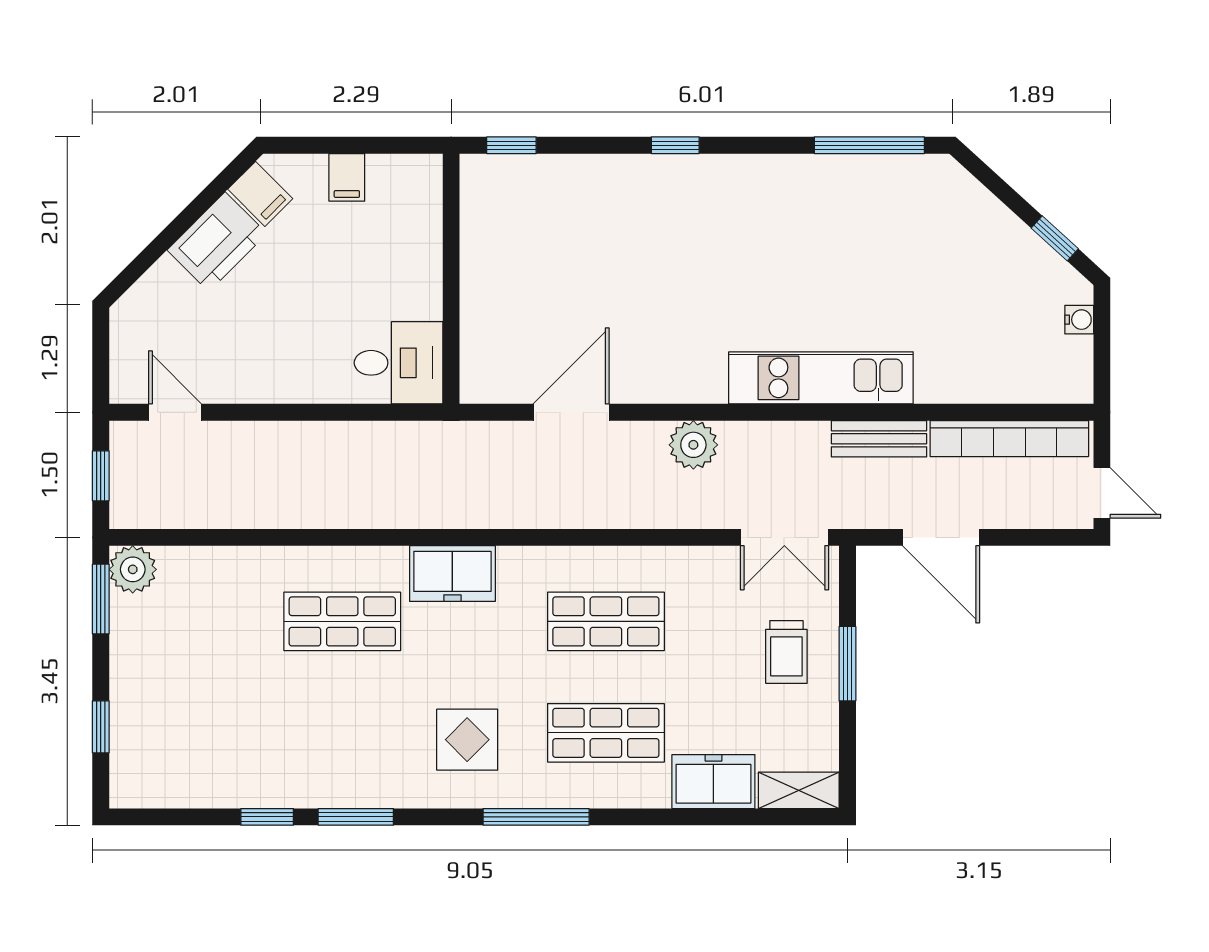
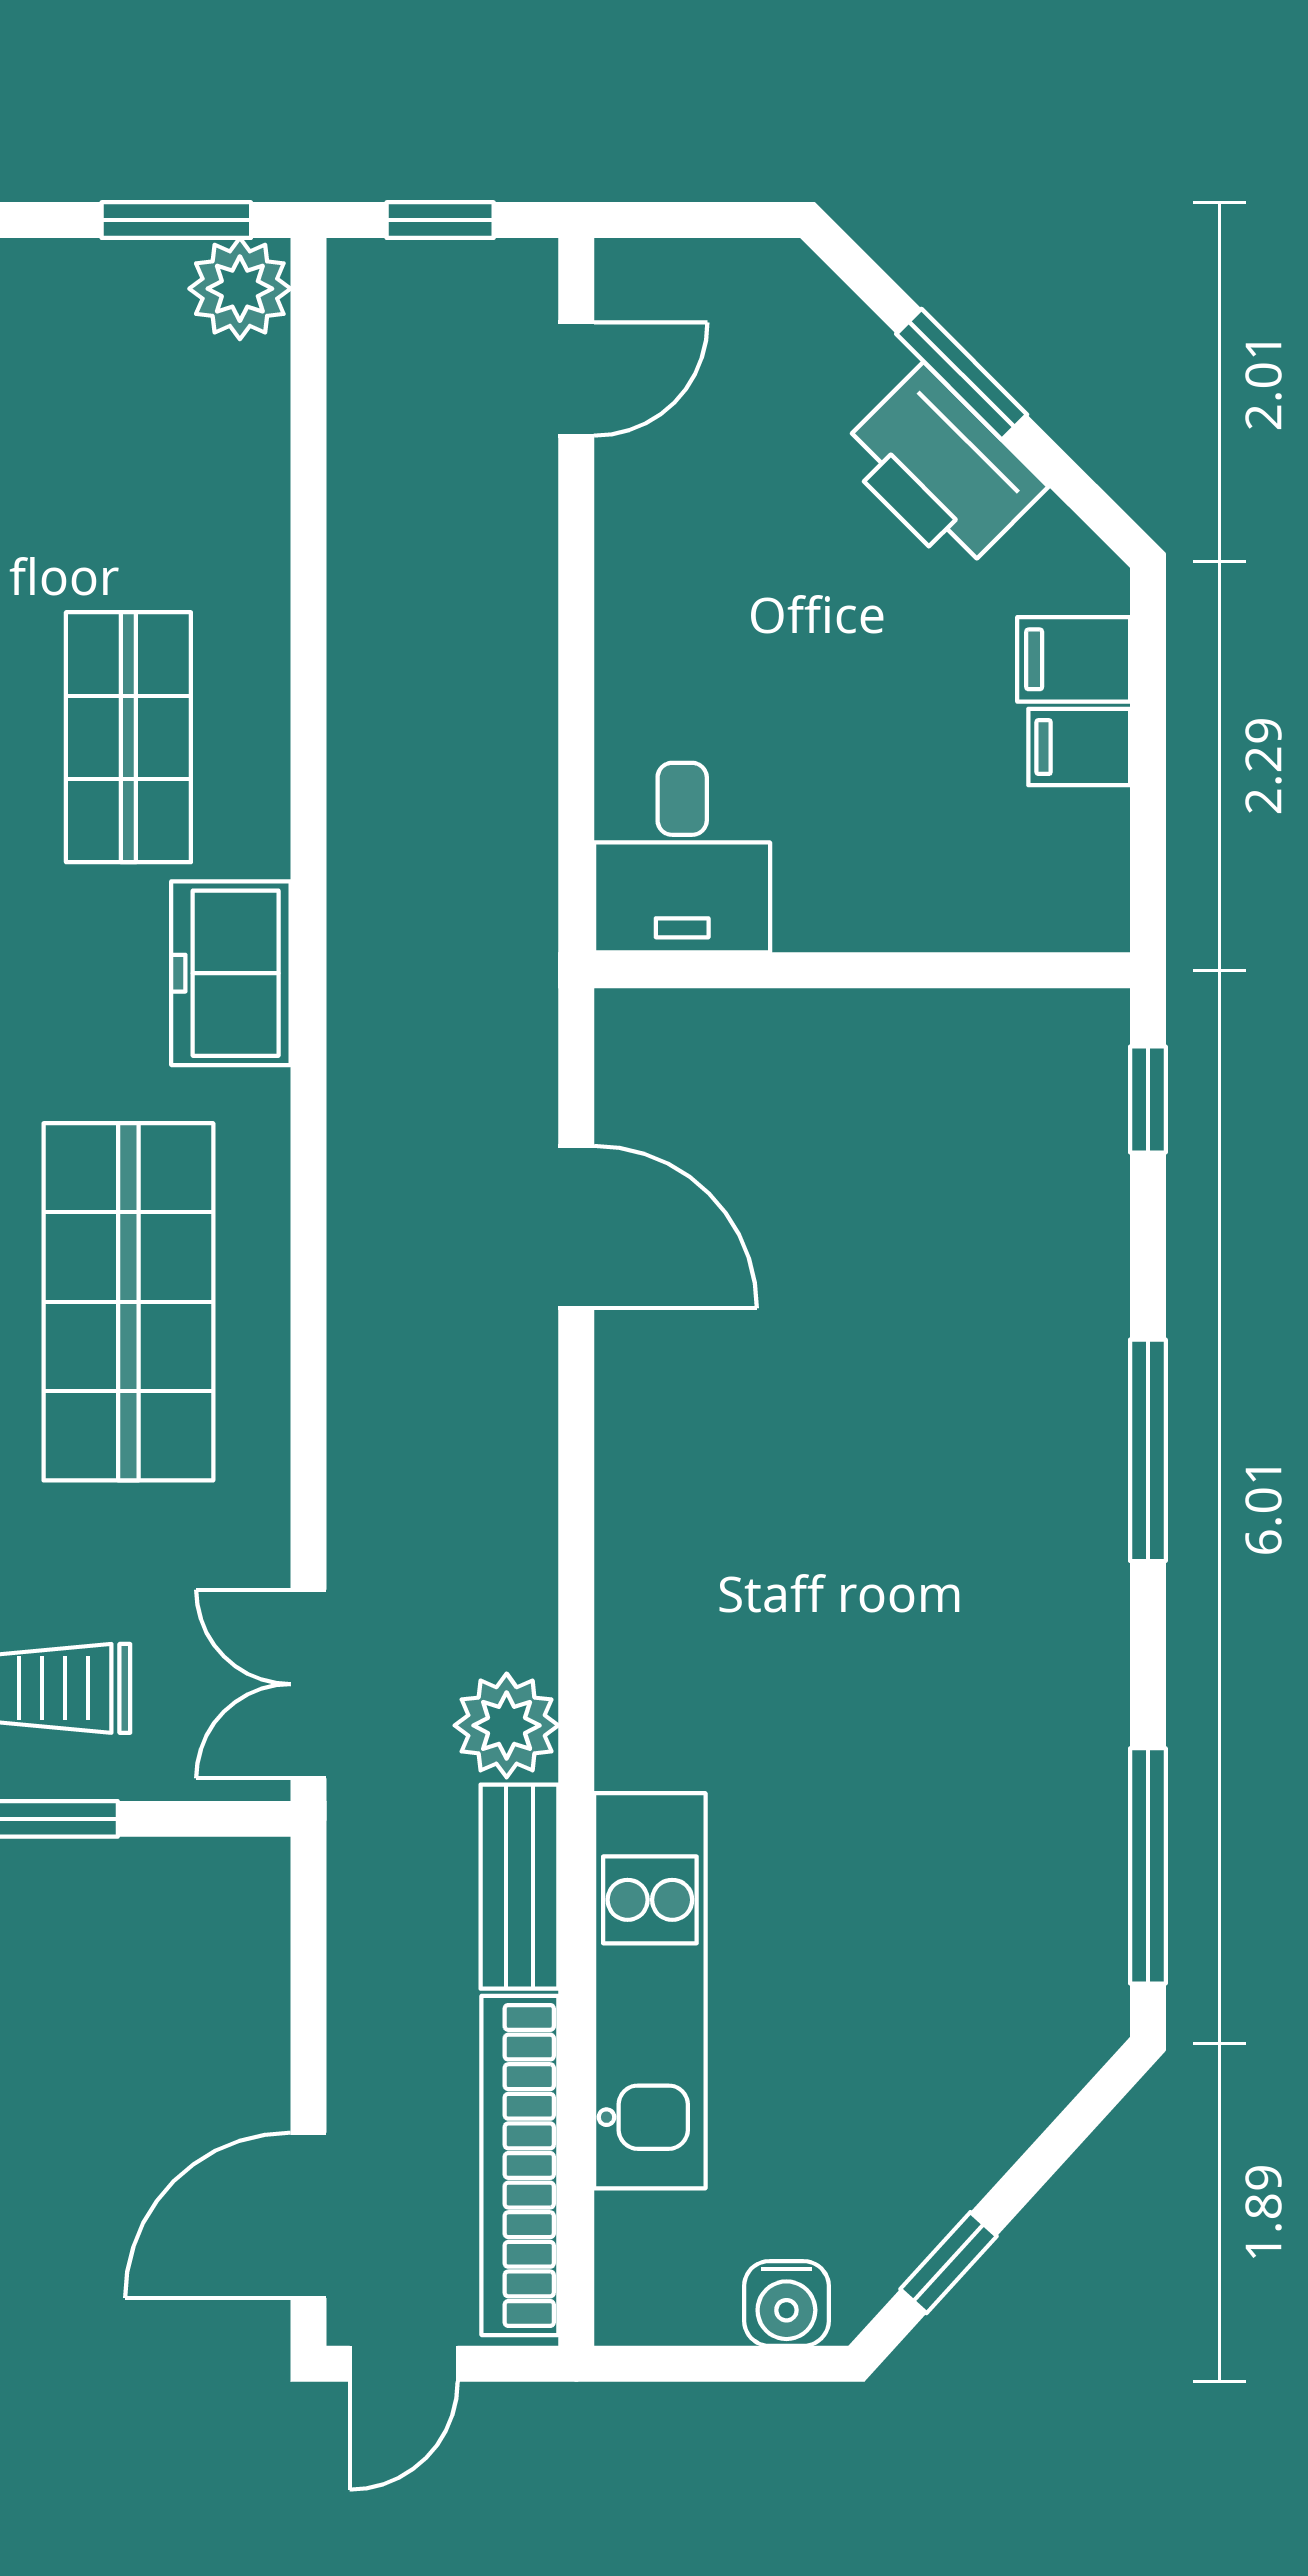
window: (675, 145) -> (1148, 1450), width x2.17
filing cabinet: (260, 194) -> (1074, 659), moved, turned 45
window: (173, 232) -> (962, 374), added
water cooler: (1079, 320) -> (786, 2303), width x1.38, depth x1.38
kitchen unit: (821, 378) -> (650, 1991), moved
plant: (693, 445) -> (507, 1725), moved
door: (941, 537) -> (308, 2215), moved
shop shelf: (606, 621) -> (128, 1302), width x1.43, depth x1.36

